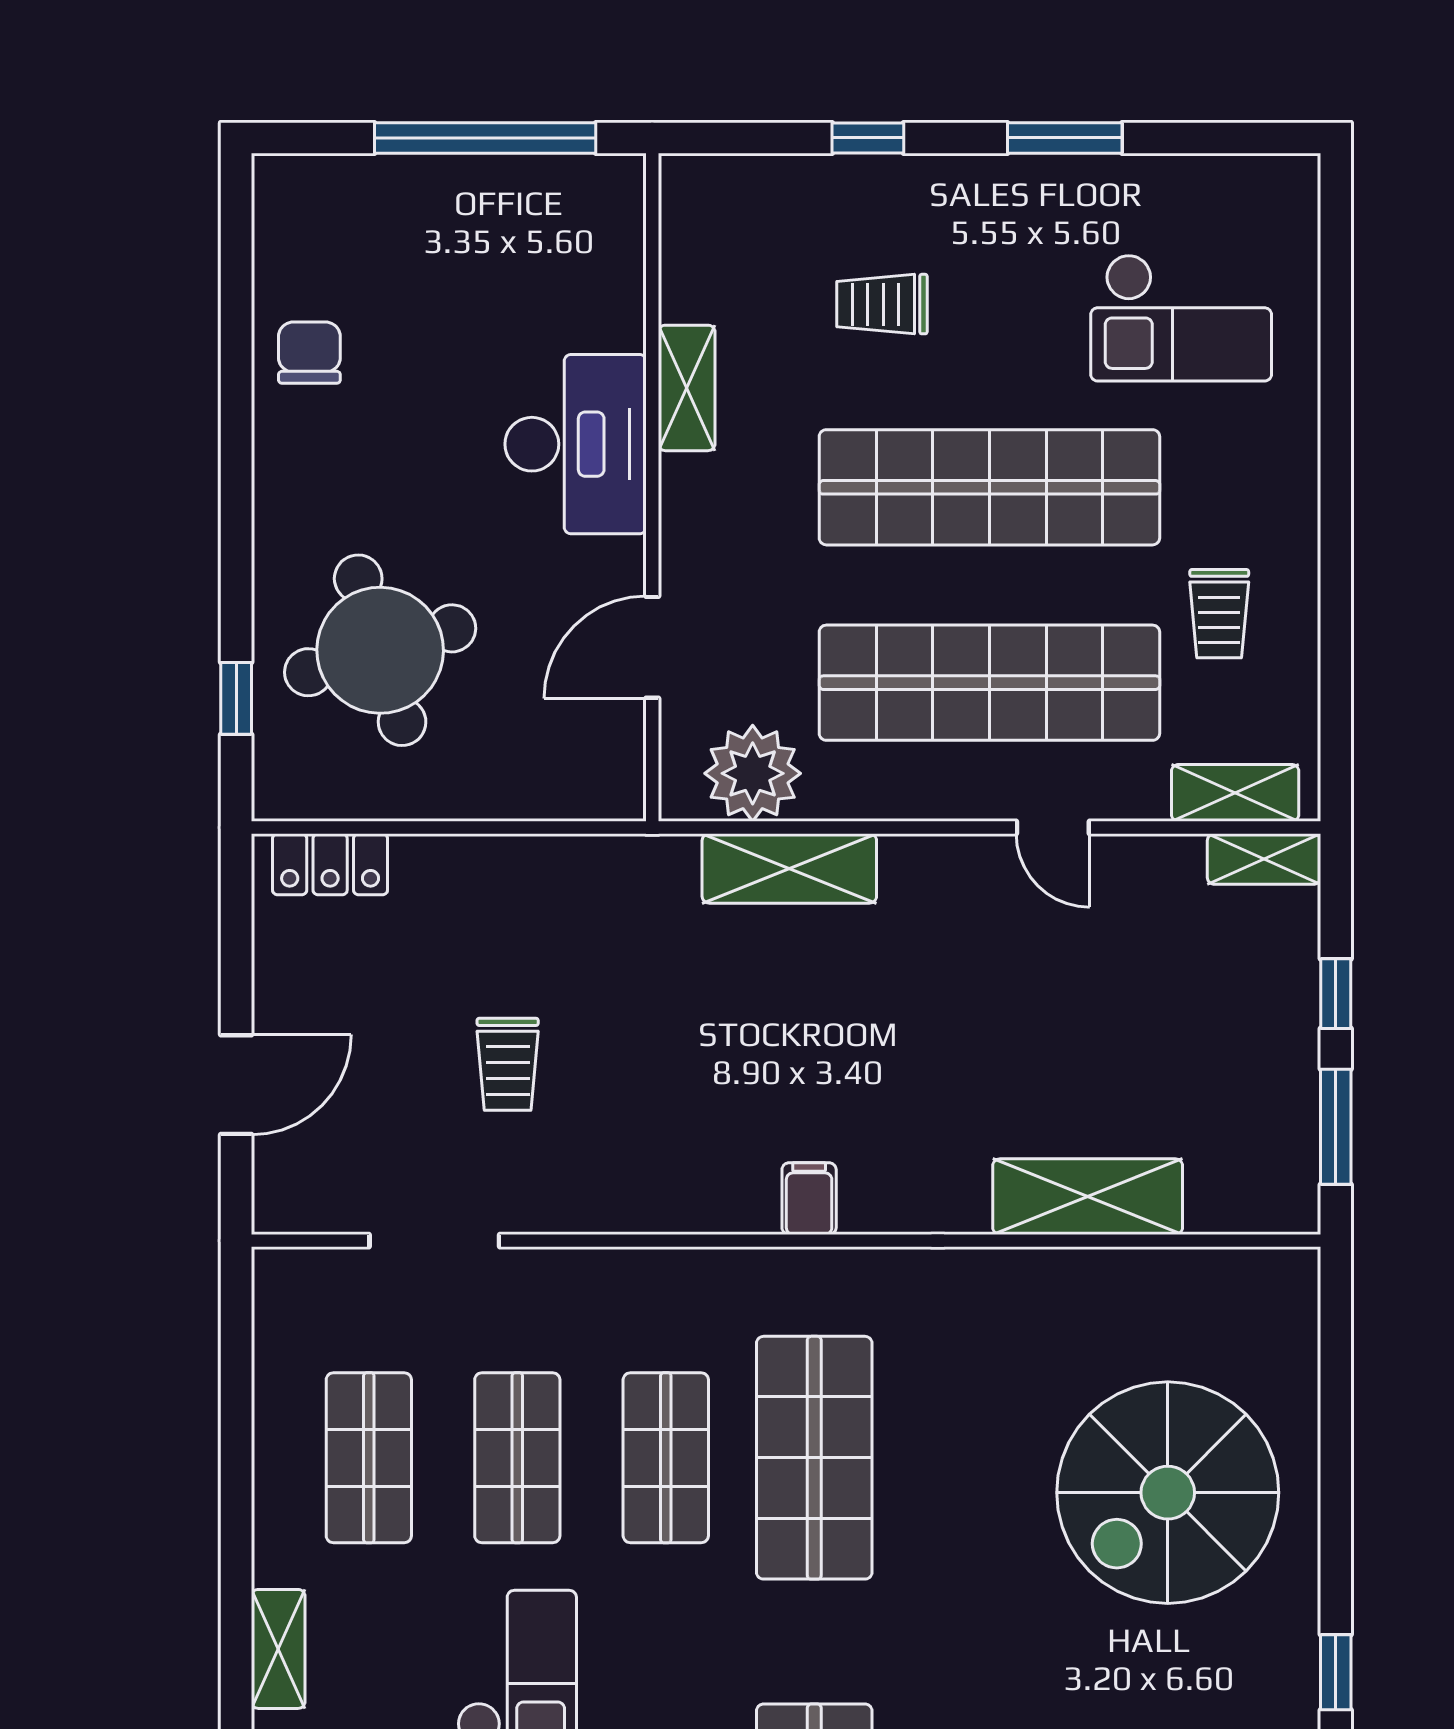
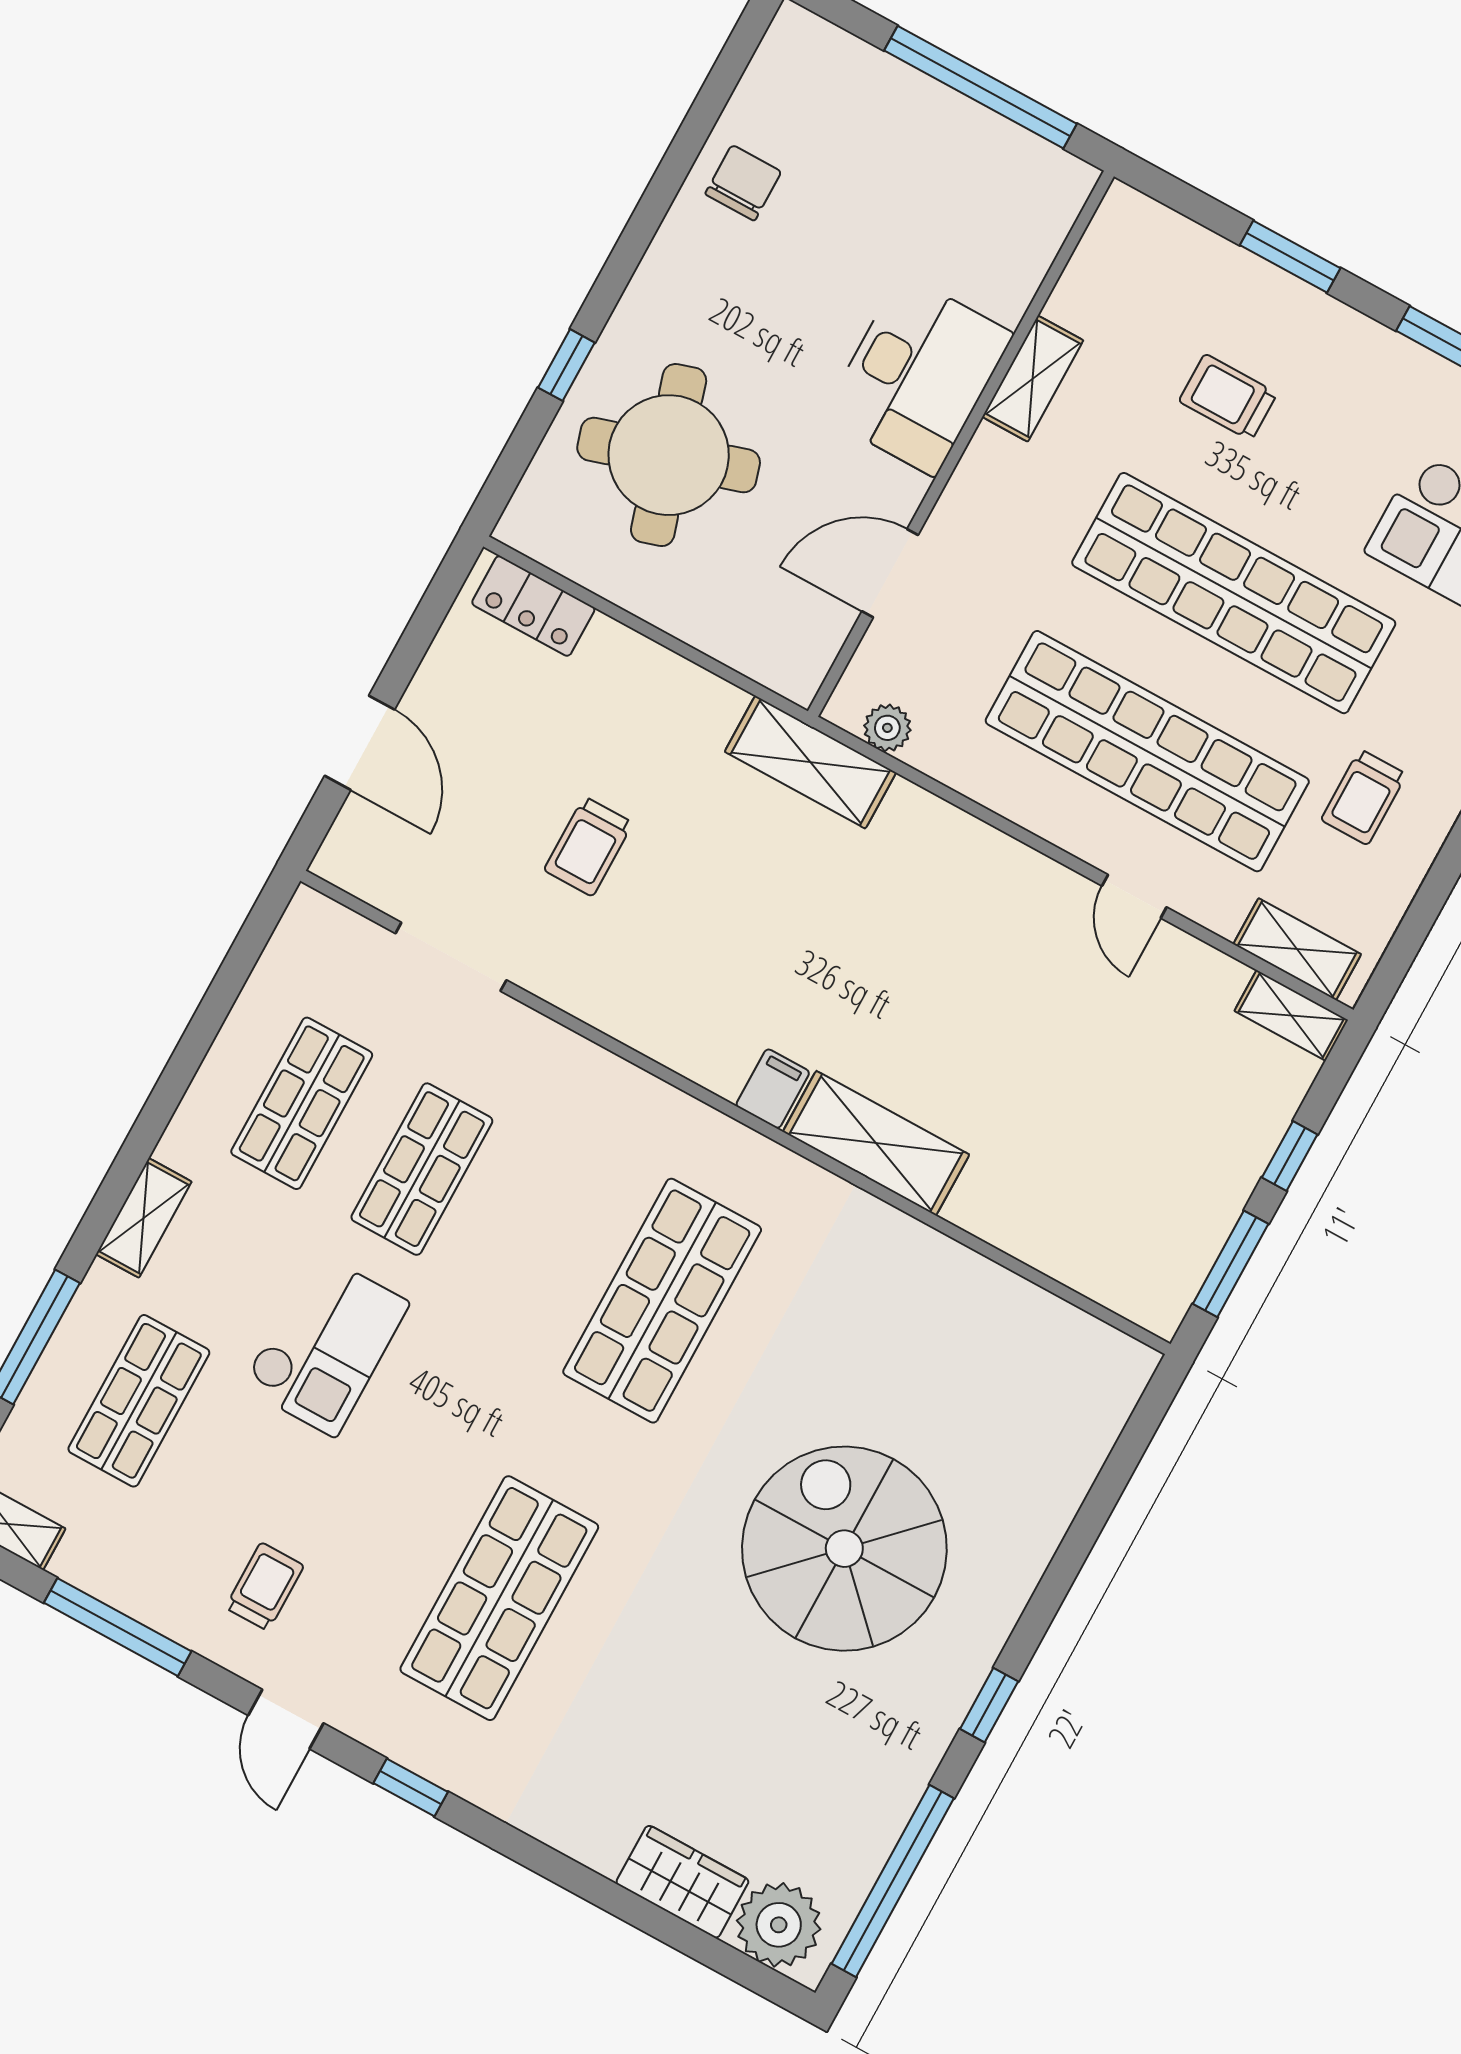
window: (868, 138) -> (1290, 257), width x1.50
window: (236, 698) -> (566, 365), moved
plant: (753, 773) -> (887, 728), width x0.53, depth x0.53
shelving: (789, 868) -> (810, 762), moved
door: (236, 1085) -> (360, 743), hinge flipped
shelving: (1088, 1197) -> (876, 1143), moved
shop shelf: (666, 1458) -> (542, 1235), removed
spiral stairs: (1168, 1493) -> (844, 1549), moved, turned 90

